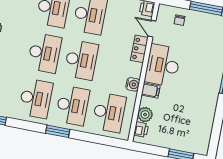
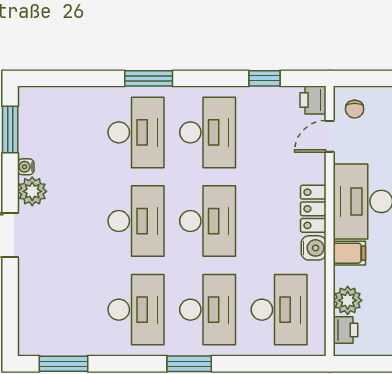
chair: (180, 20) -> (355, 109), moved
door: (152, 29) -> (330, 136), hinge flipped
locker: (139, 49) -> (313, 209), moved

